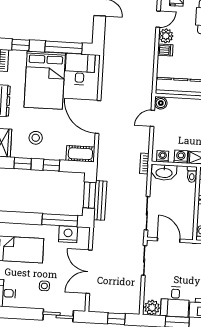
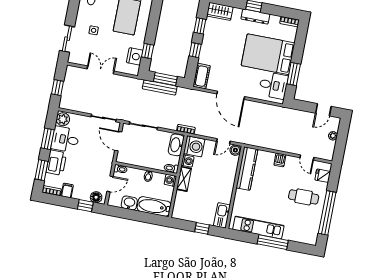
plant: (166, 36) -> (292, 162), removed
window: (21, 45) -> (301, 38), removed
window: (64, 47) -> (294, 74), width x0.69
door: (98, 117) -> (231, 95), swing flipped
door: (152, 118) -> (223, 141), swing flipped
stool: (36, 138) -> (220, 40), removed
washing machine: (163, 156) -> (194, 146), width x1.89, depth x1.89
window: (60, 220) -> (148, 51), width x0.46
door: (169, 240) -> (118, 141), swing flipped
double door: (89, 272) -> (101, 70), width x0.73

